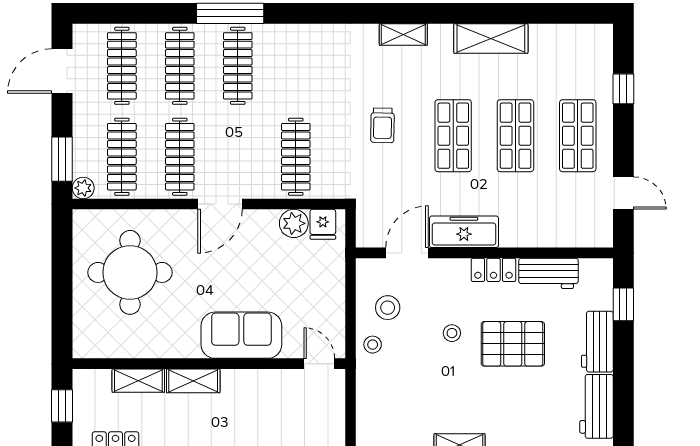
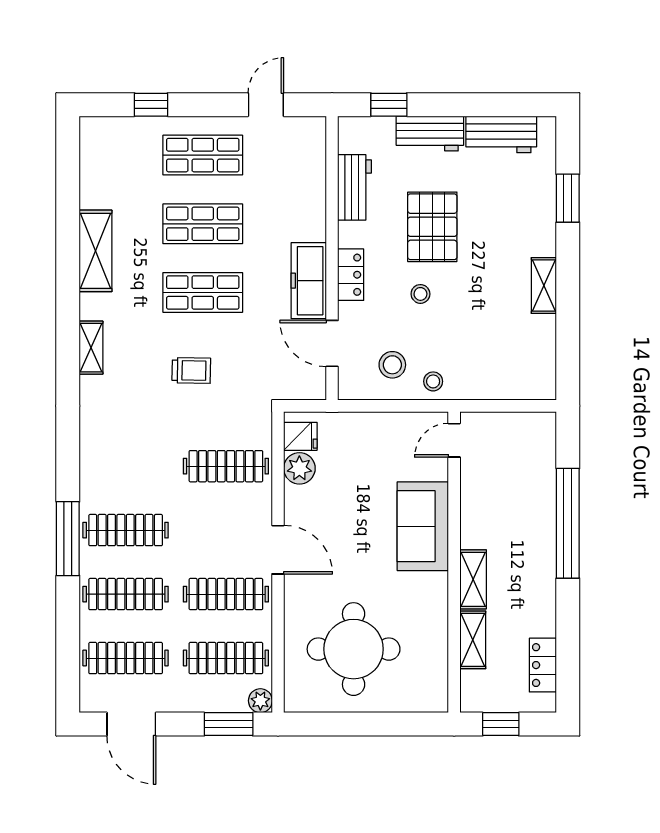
locker: (493, 270) -> (351, 275), moved

